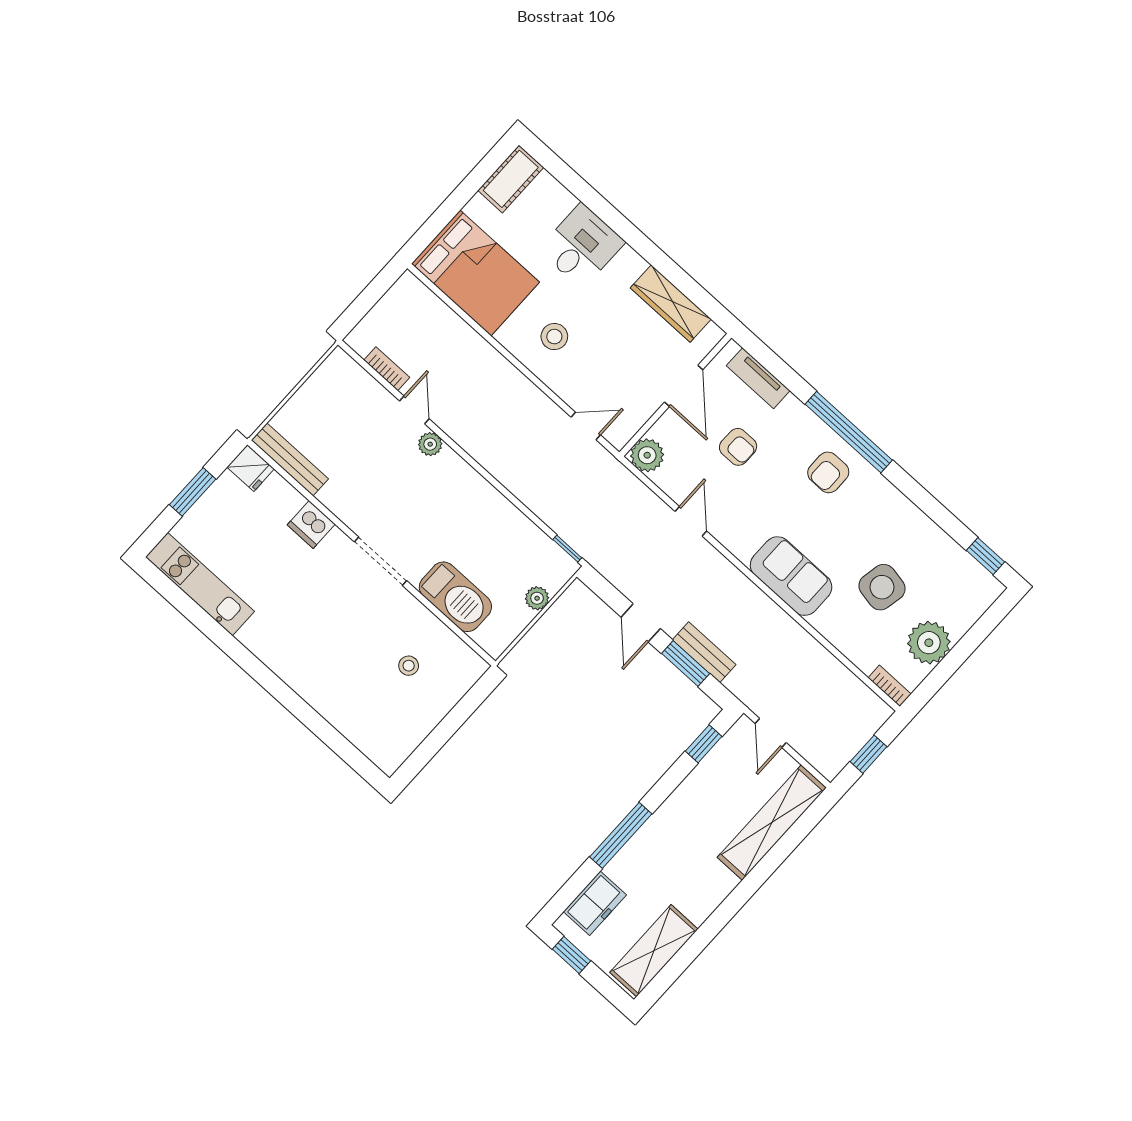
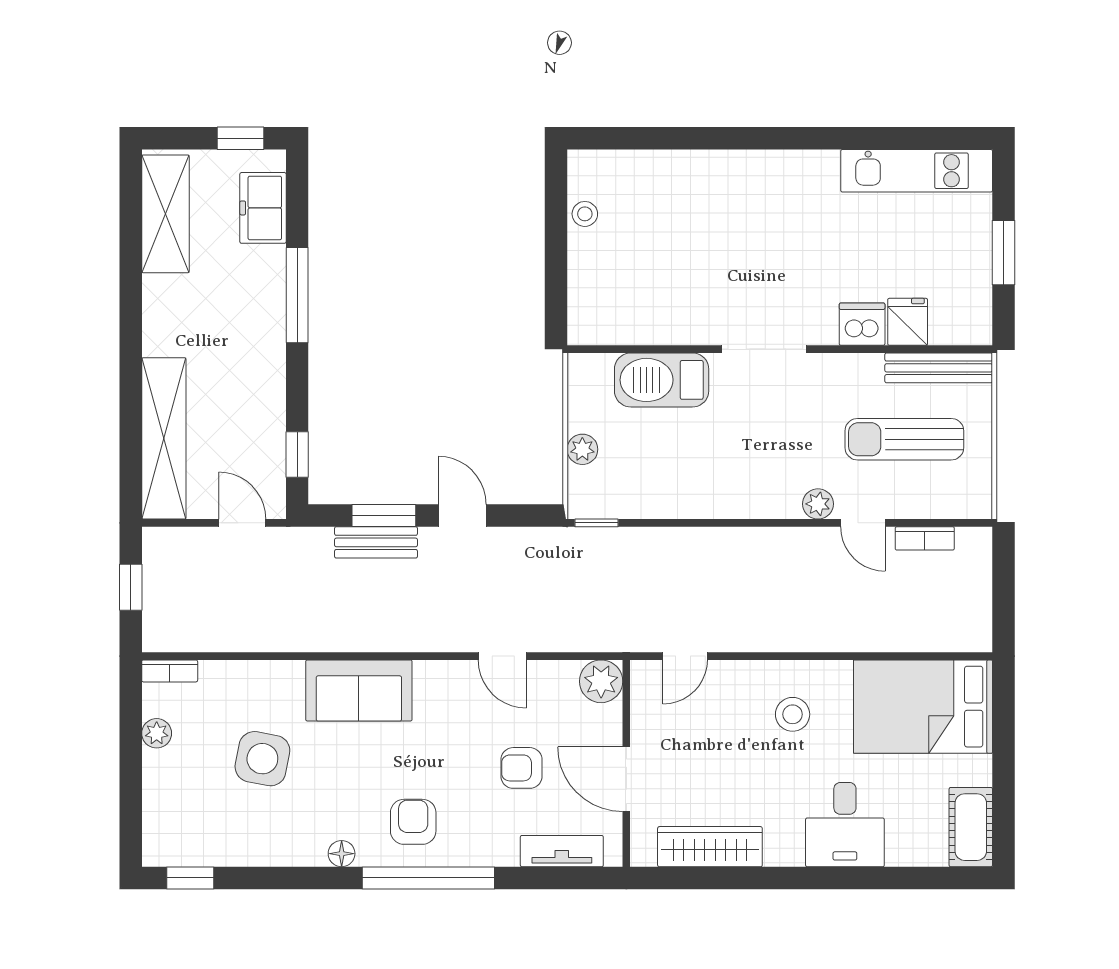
sun lounger: (347, 436) -> (904, 439), added
fridge: (251, 468) -> (908, 322), moved, turned 90
floor lamp: (886, 491) -> (342, 854), added
plant: (929, 643) -> (157, 733), width x0.53, depth x0.53
stool: (409, 666) -> (585, 214), moved

